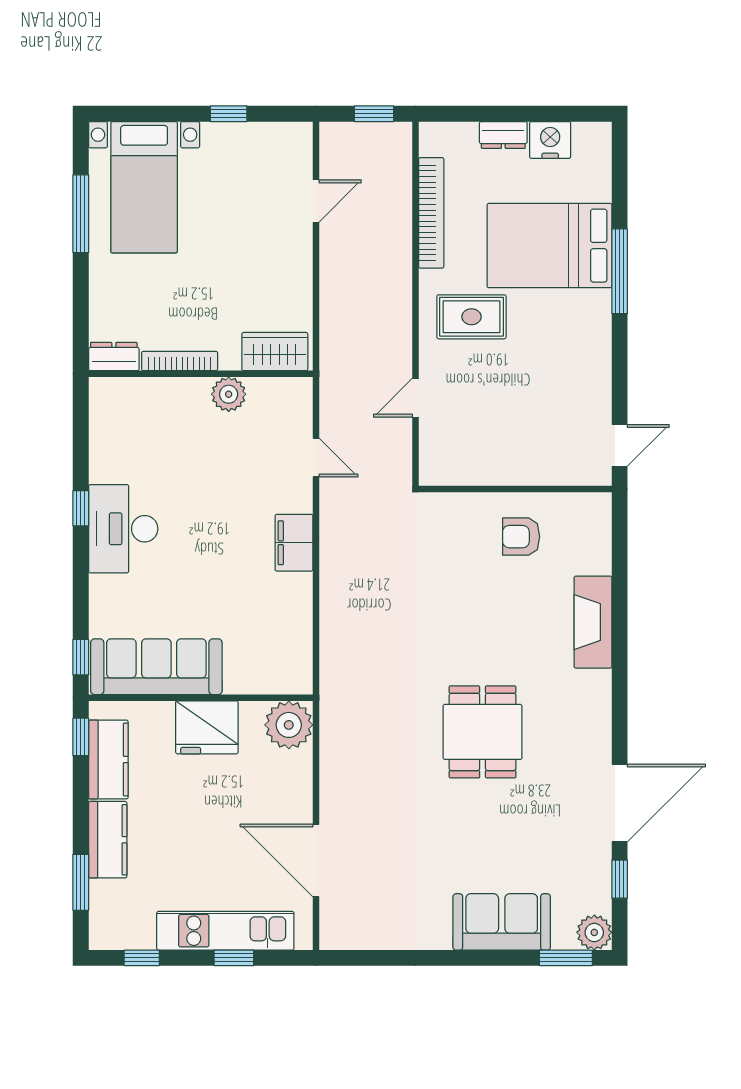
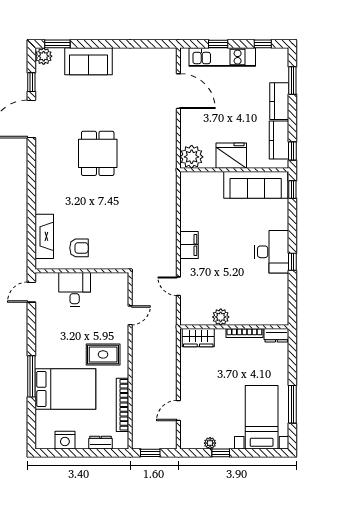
plant: (251, 134) -> (210, 443), added
dresser: (503, 135) -> (100, 443), moved
desk: (530, 451) -> (75, 289), added
fireplace: (593, 622) -> (44, 236), moved

